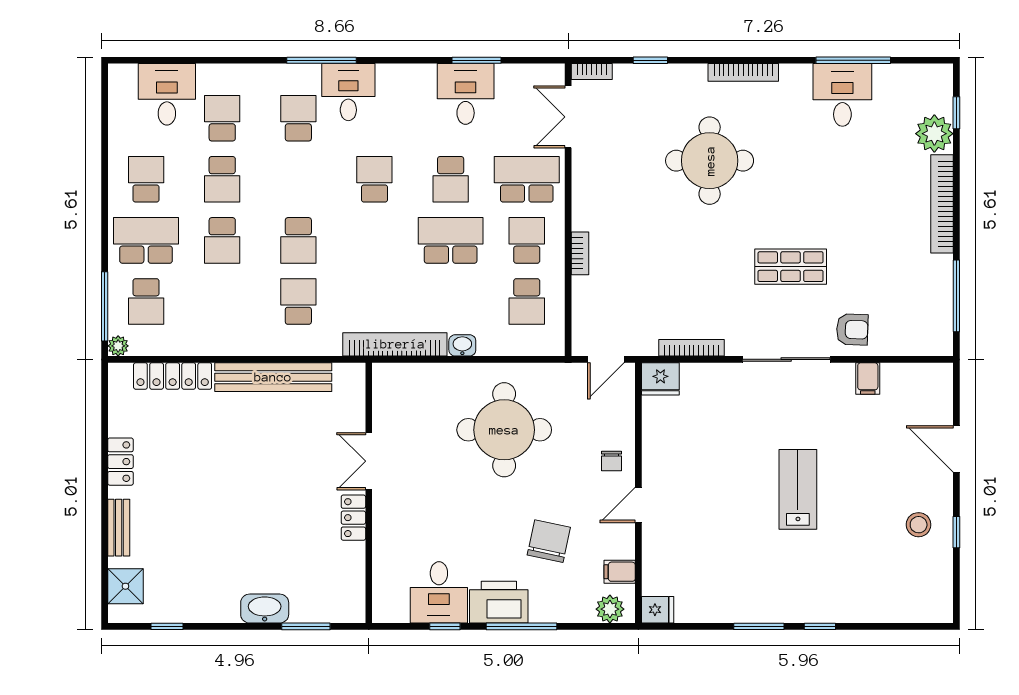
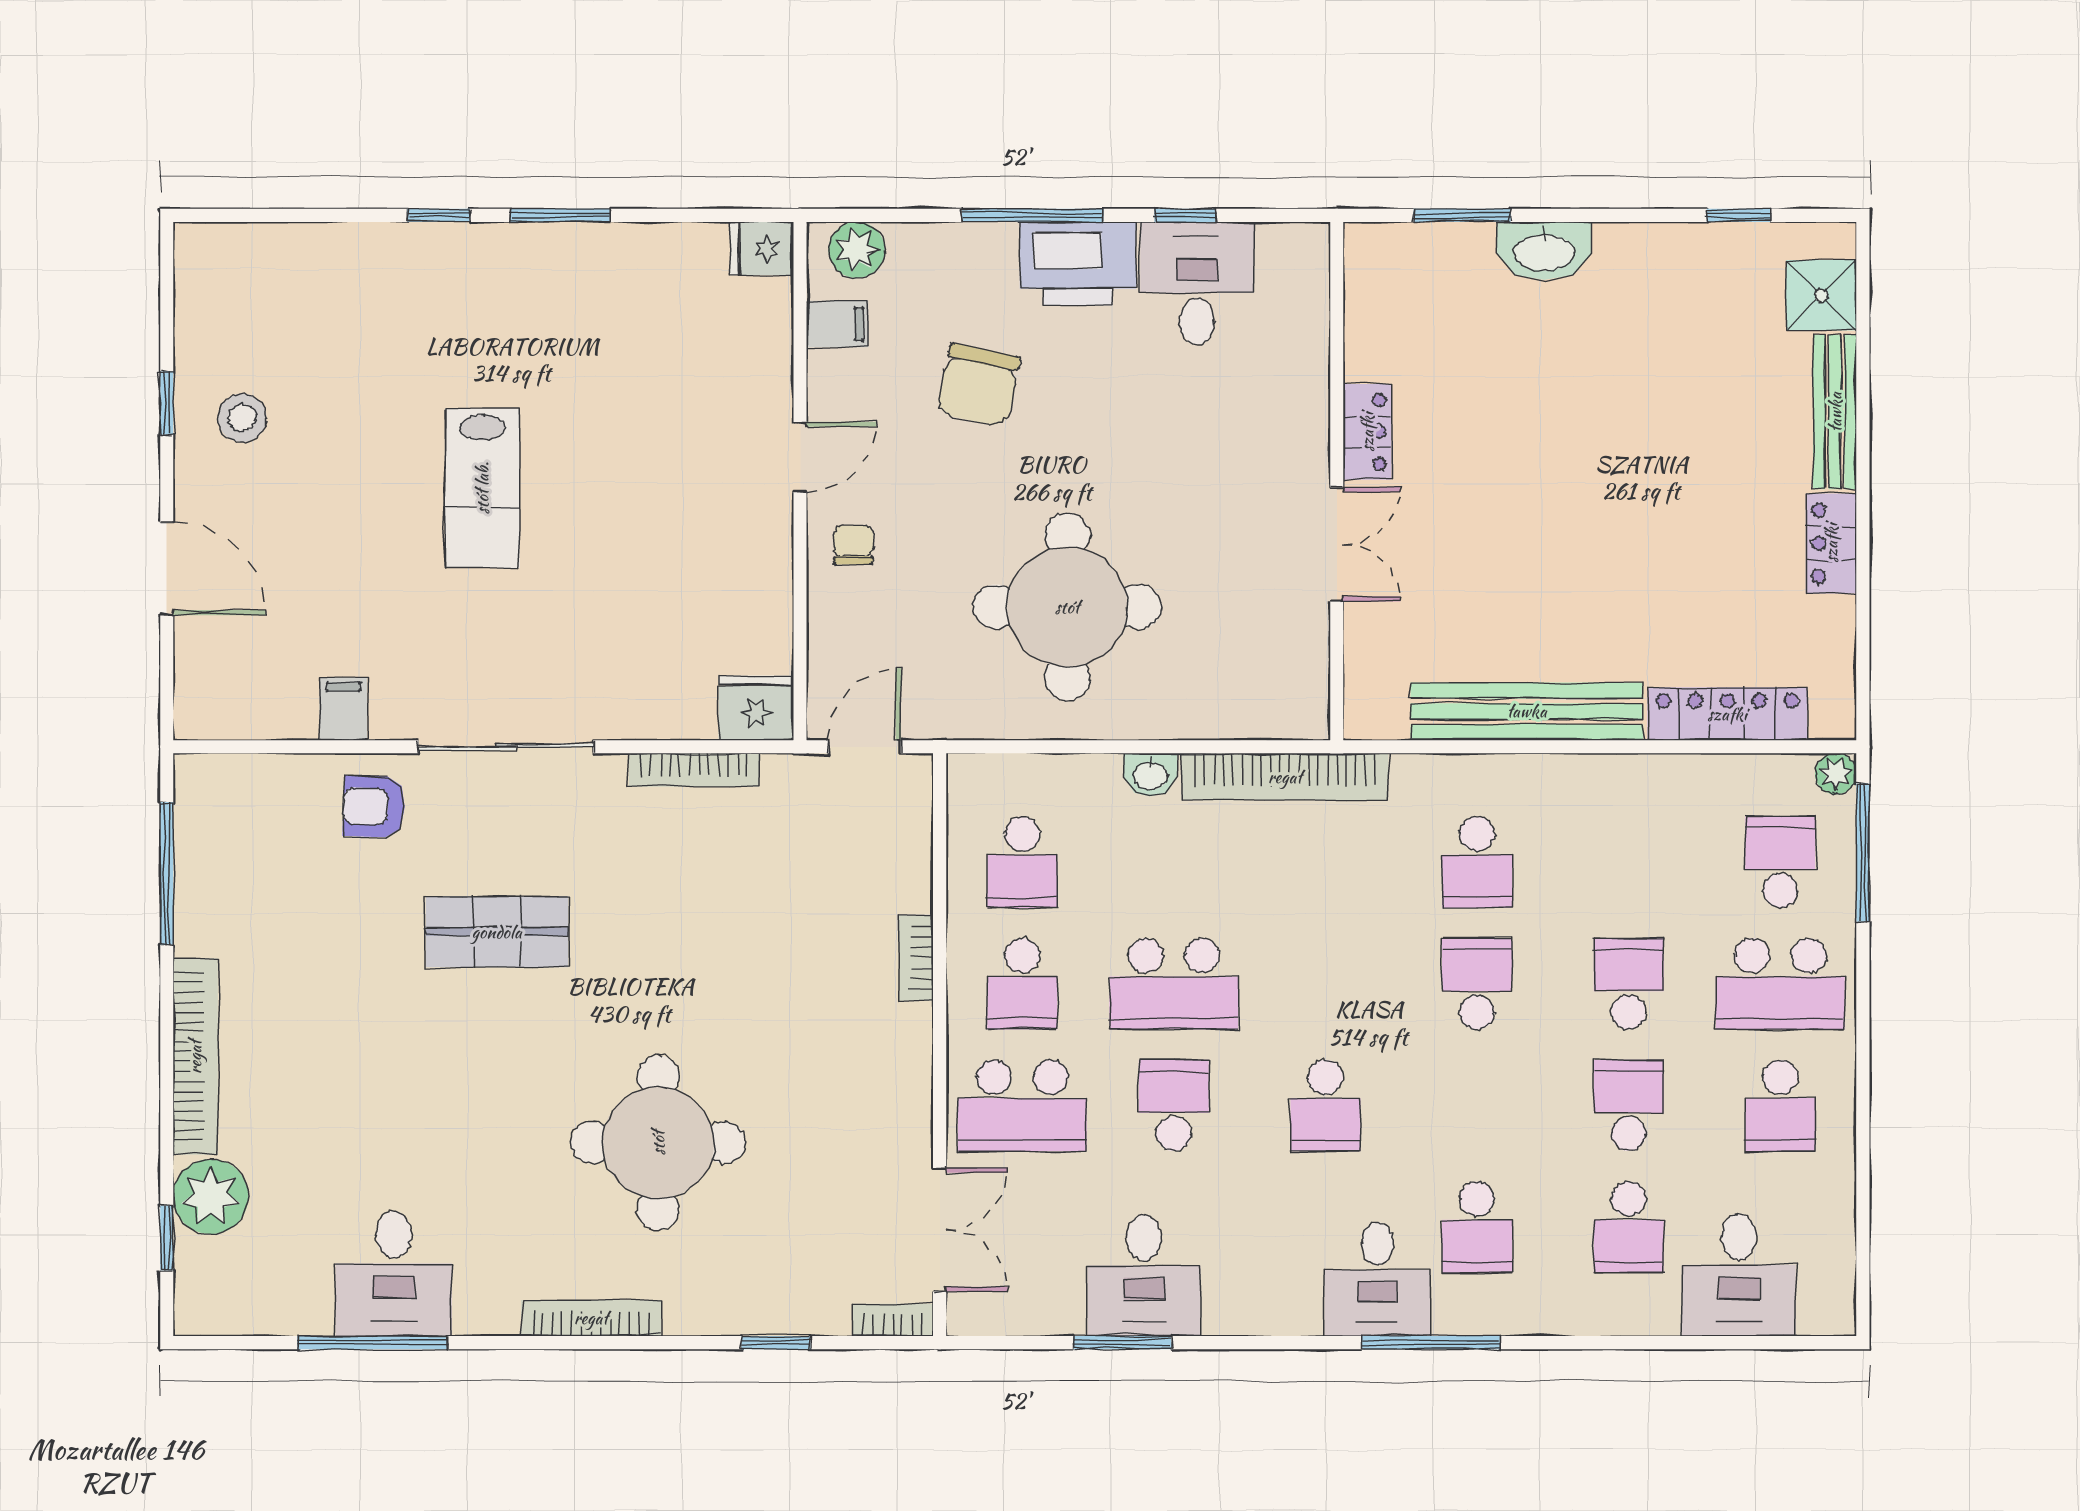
school desk: (527, 302) -> (1022, 862), turned 180
bench: (119, 528) -> (1835, 412), width x1.36

